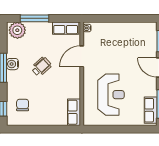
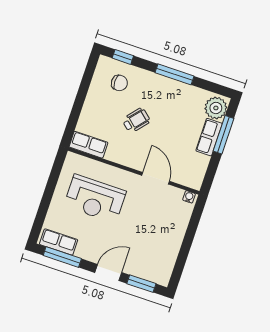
row of seats: (66, 28) -> (209, 137), moved
water cooler: (13, 64) -> (175, 88), removed
wheelchair: (41, 67) -> (136, 120), moved, turned -97

